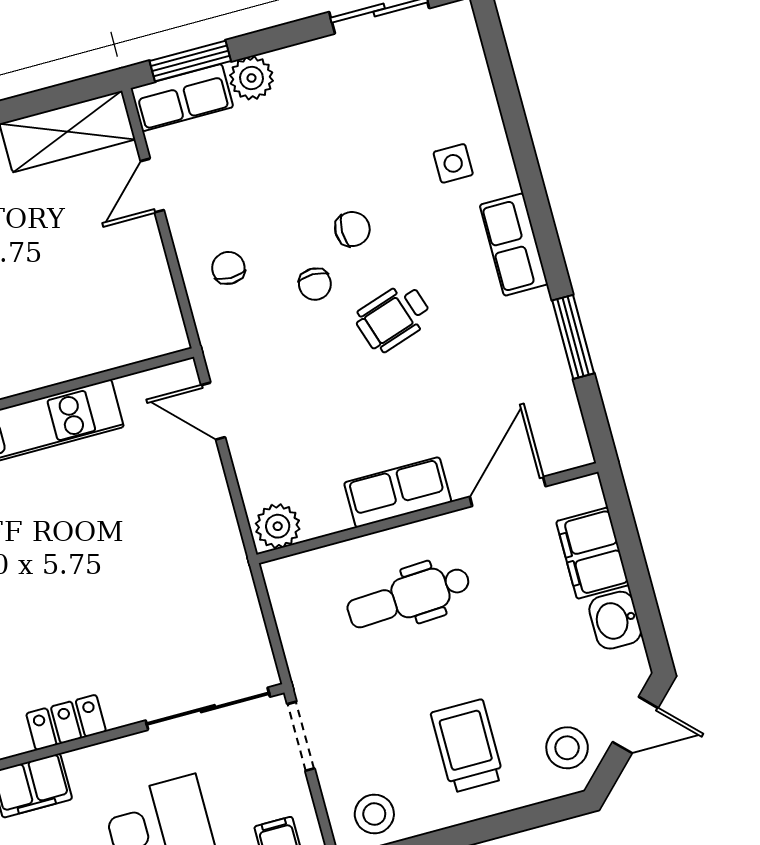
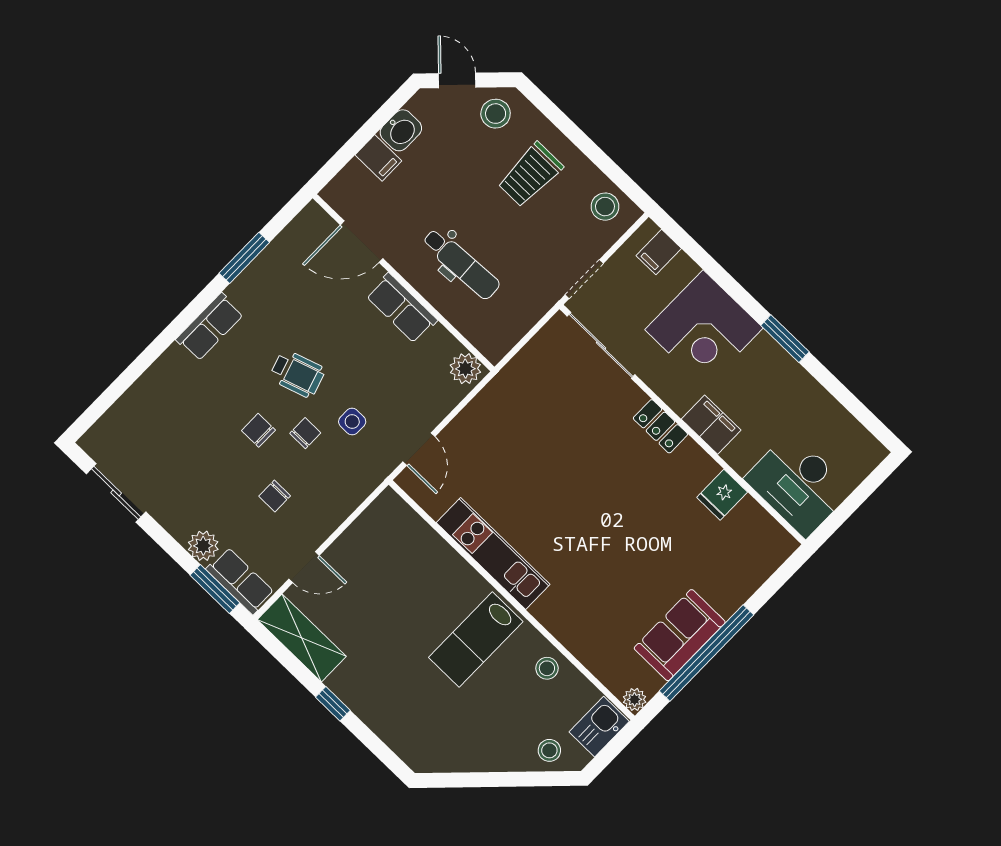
side table: (453, 163) -> (352, 422), moved
chair: (228, 268) -> (275, 496), moved
filing cabinet: (593, 553) -> (378, 158), width x0.50

